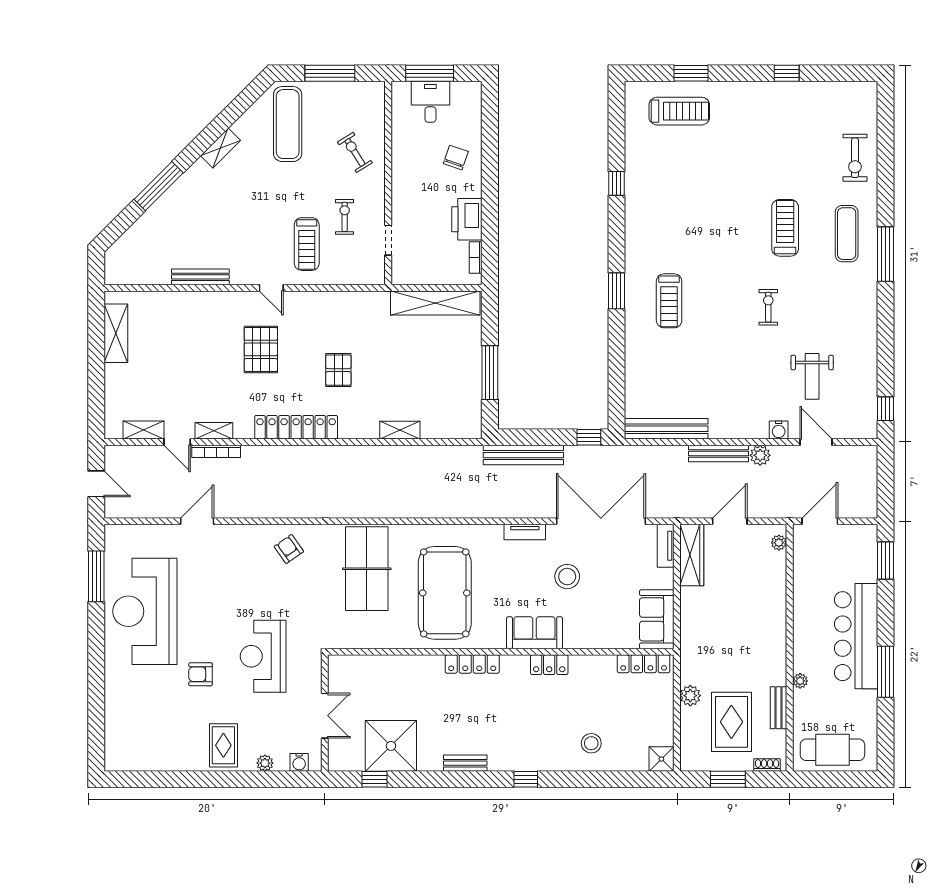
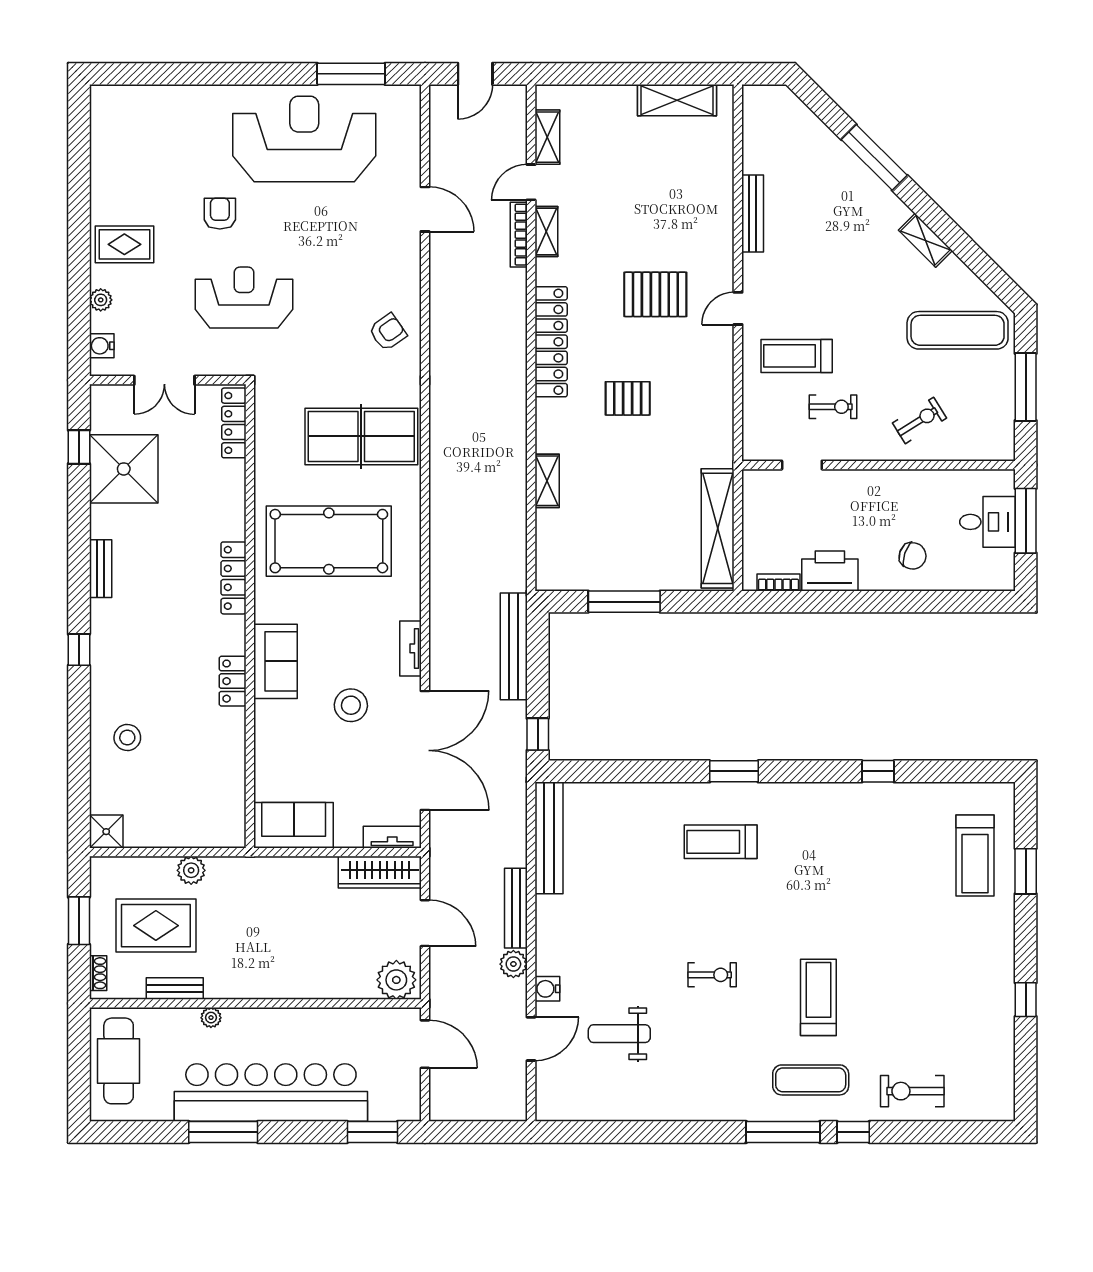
treadmill: (785, 228) -> (818, 997), turned -90
window: (885, 409) -> (853, 1132), moved
plant: (779, 543) -> (396, 980), width x1.88, depth x1.88
bar counter: (856, 636) -> (271, 1093), width x1.36
locker: (644, 664) -> (234, 423), moved

